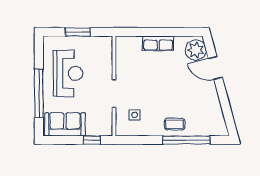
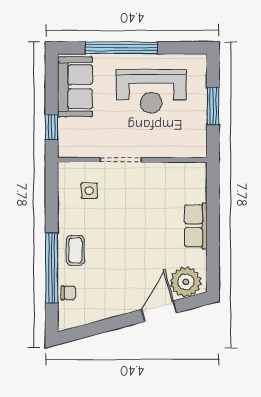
chair: (203, 129) -> (68, 293), added

